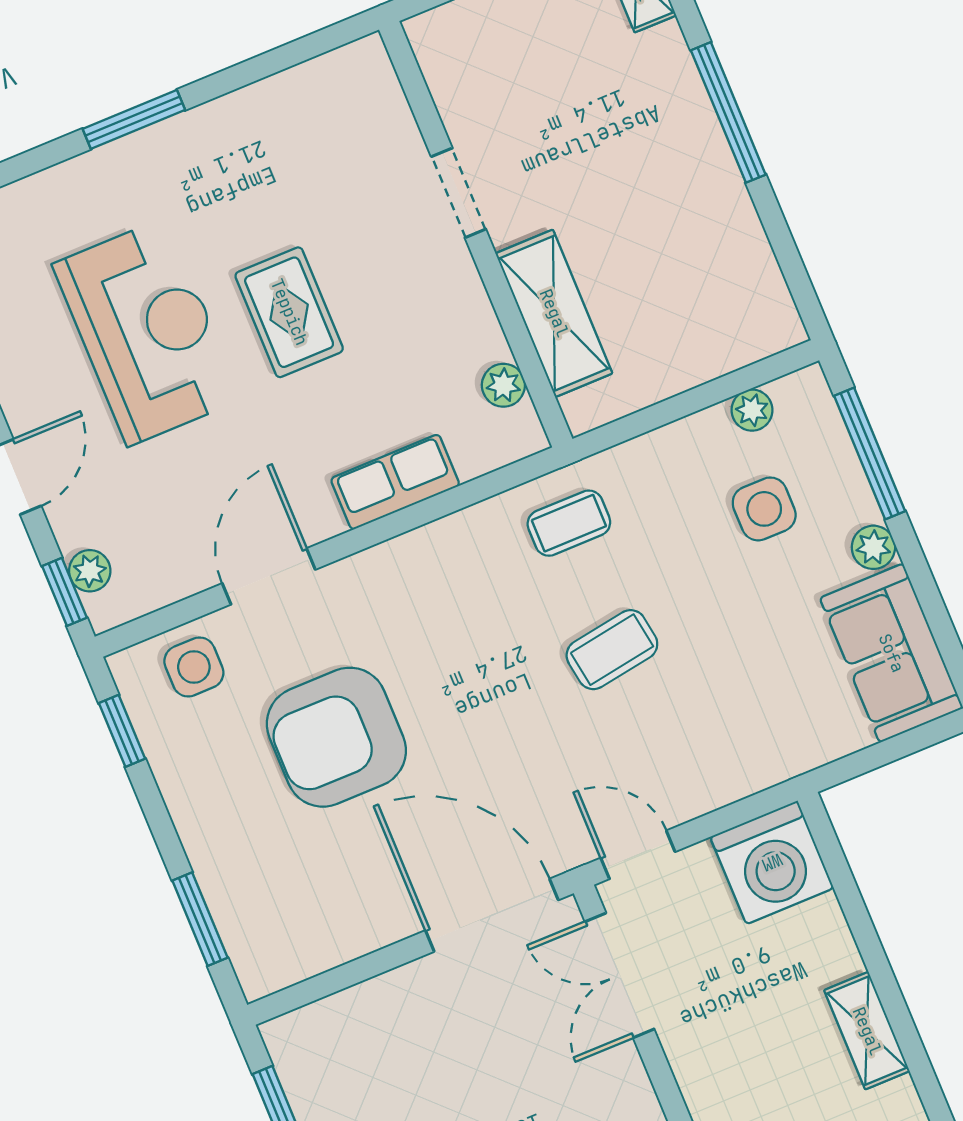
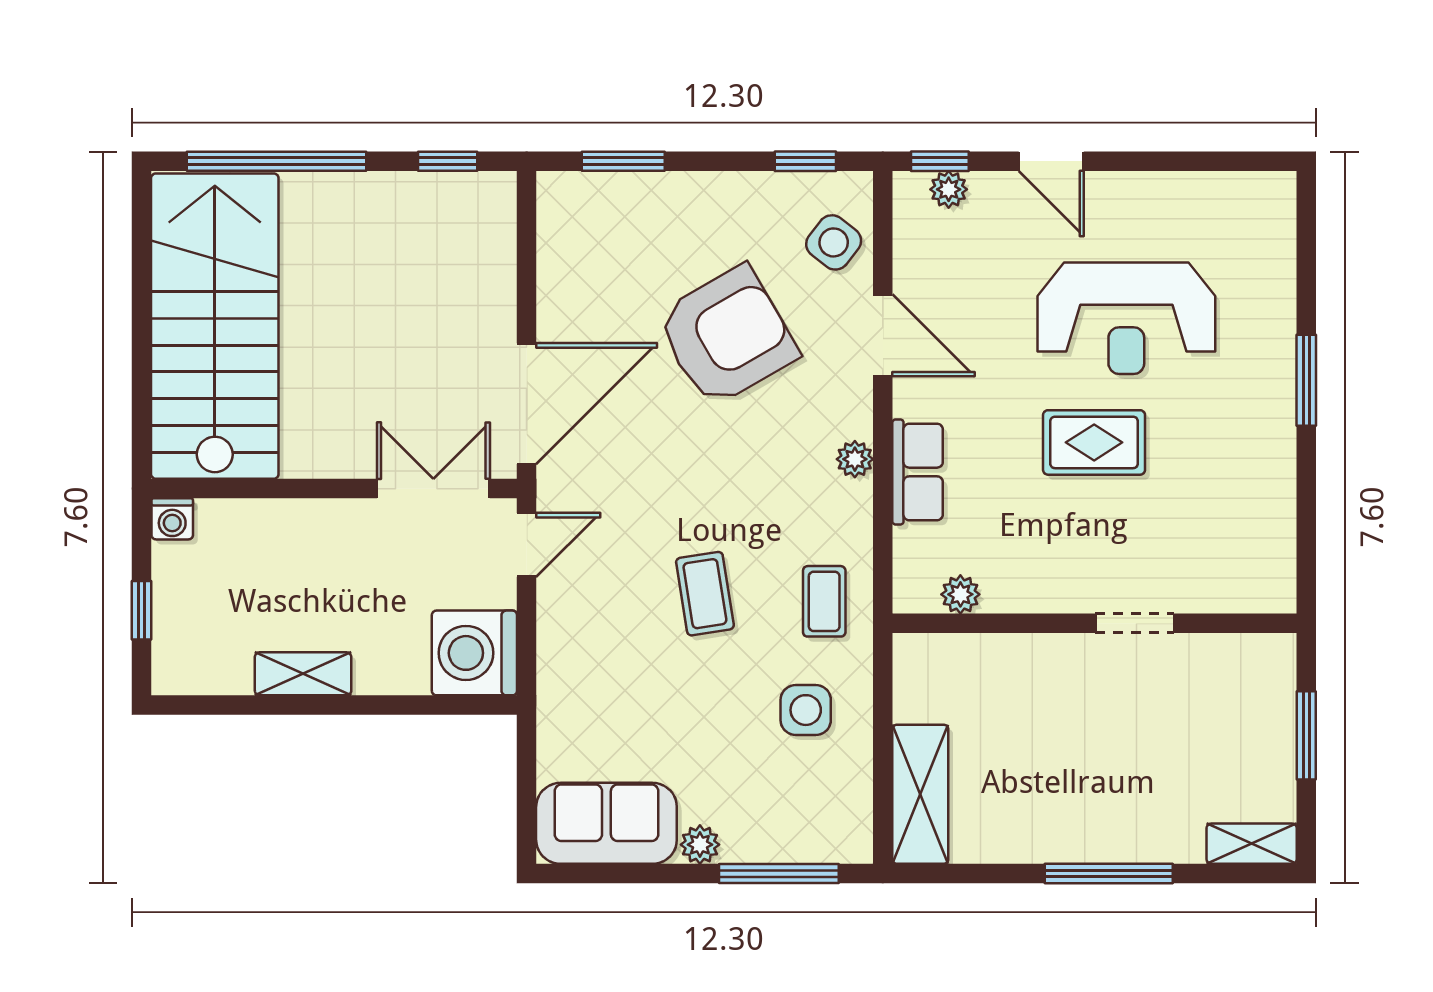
shelving: (554, 313) -> (920, 794), moved, turned 90
plant: (752, 410) -> (855, 459), moved
side table: (764, 509) -> (806, 710), moved
side table: (194, 667) -> (834, 242), turned 38
armchair: (336, 737) -> (727, 336), turned 60

